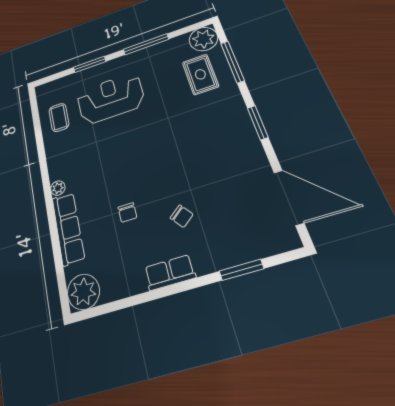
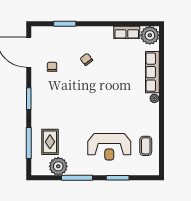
plant: (203, 39) -> (58, 166), moved
chair: (127, 212) -> (52, 67), moved
row of seats: (170, 273) -> (127, 32), moved

